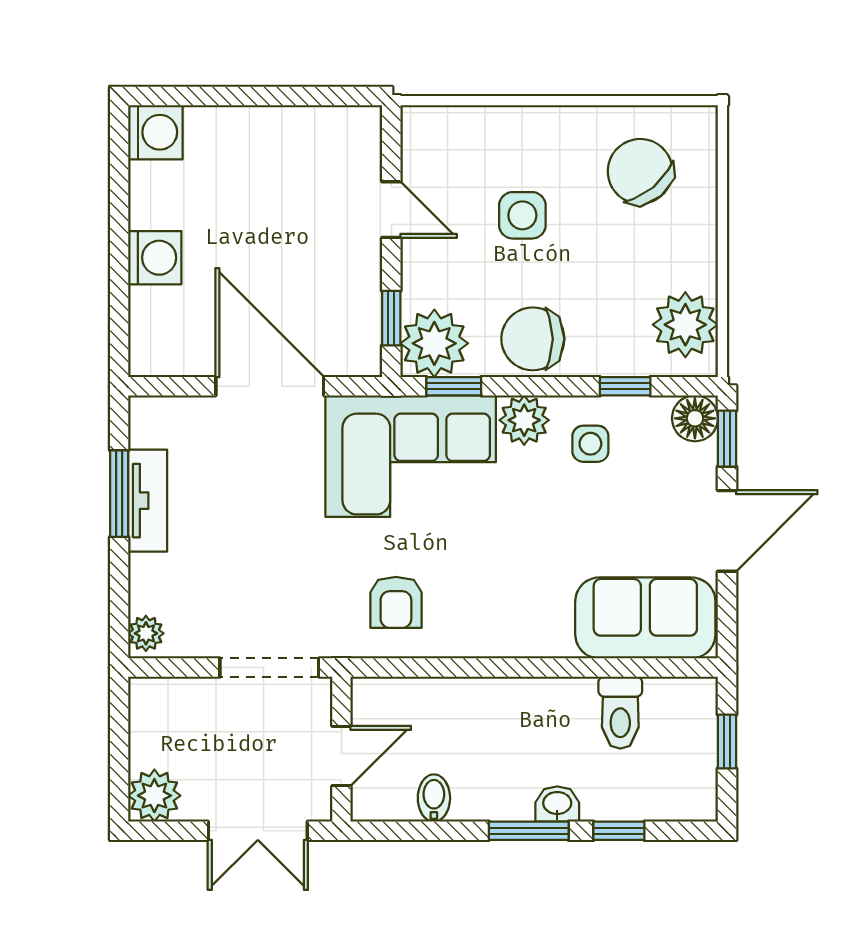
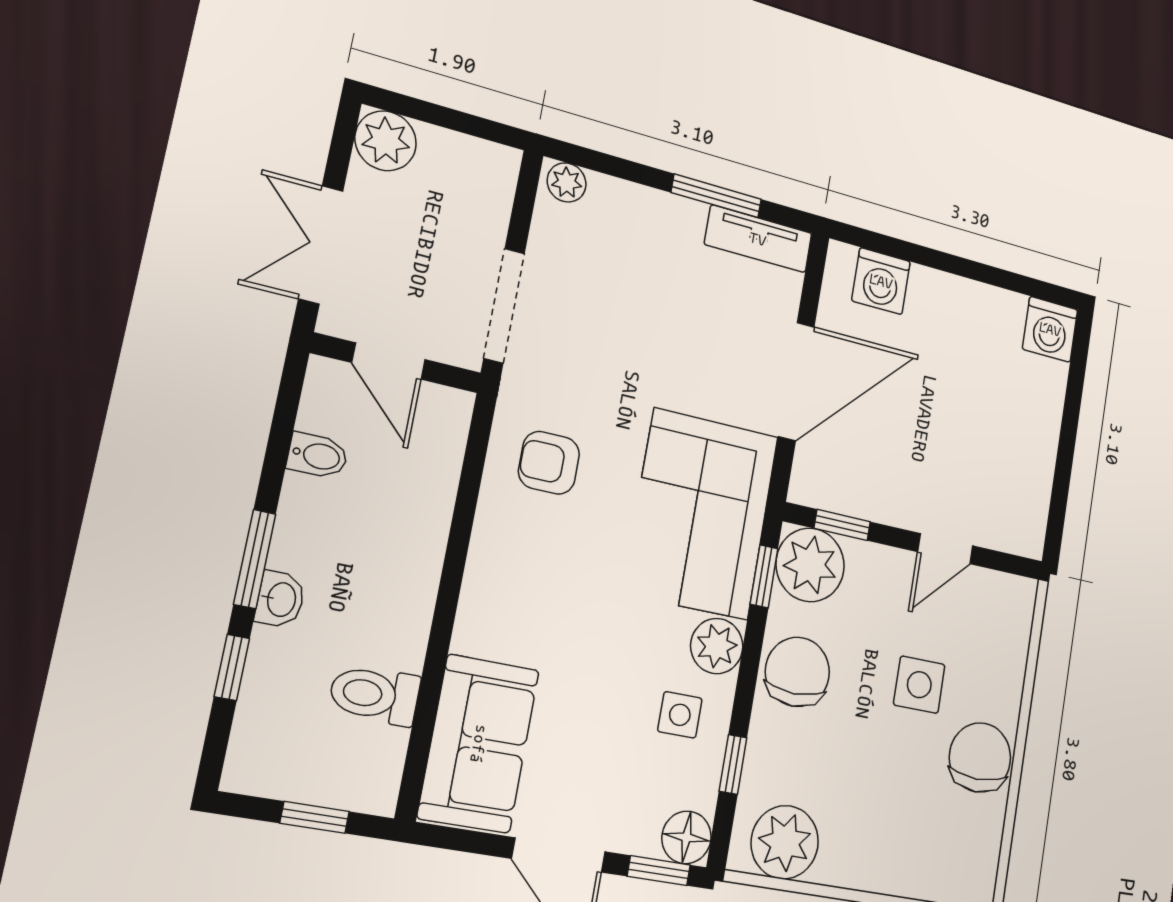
chair: (640, 171) -> (980, 757), moved, turned -50
washing machine: (155, 258) -> (881, 281), moved
tv unit: (148, 501) -> (758, 239), moved

